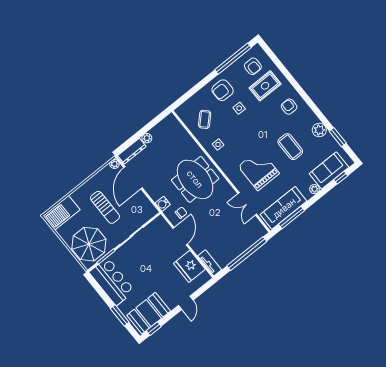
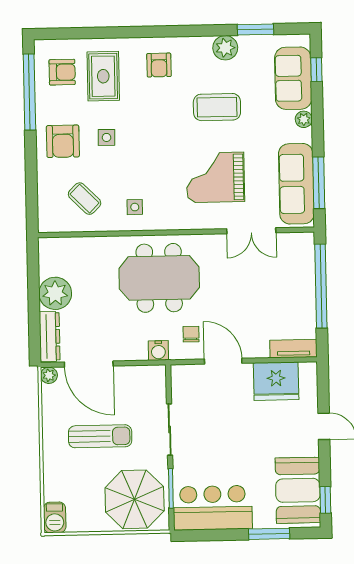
armchair: (289, 107) -> (159, 65), turned -90
plant: (147, 138) -> (55, 293), width x1.88, depth x1.88
barbecue: (62, 213) -> (55, 517), width x0.53, depth x0.65

